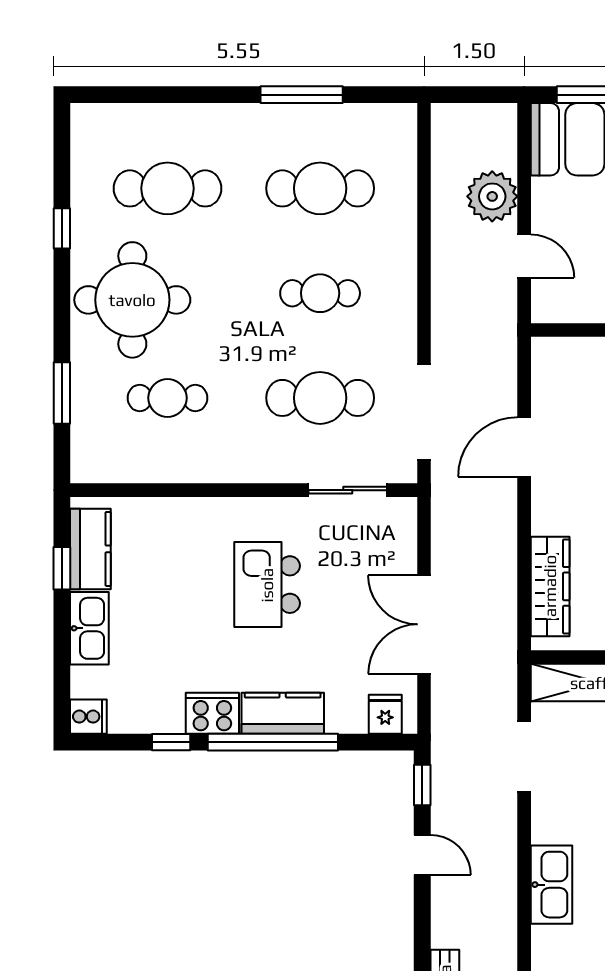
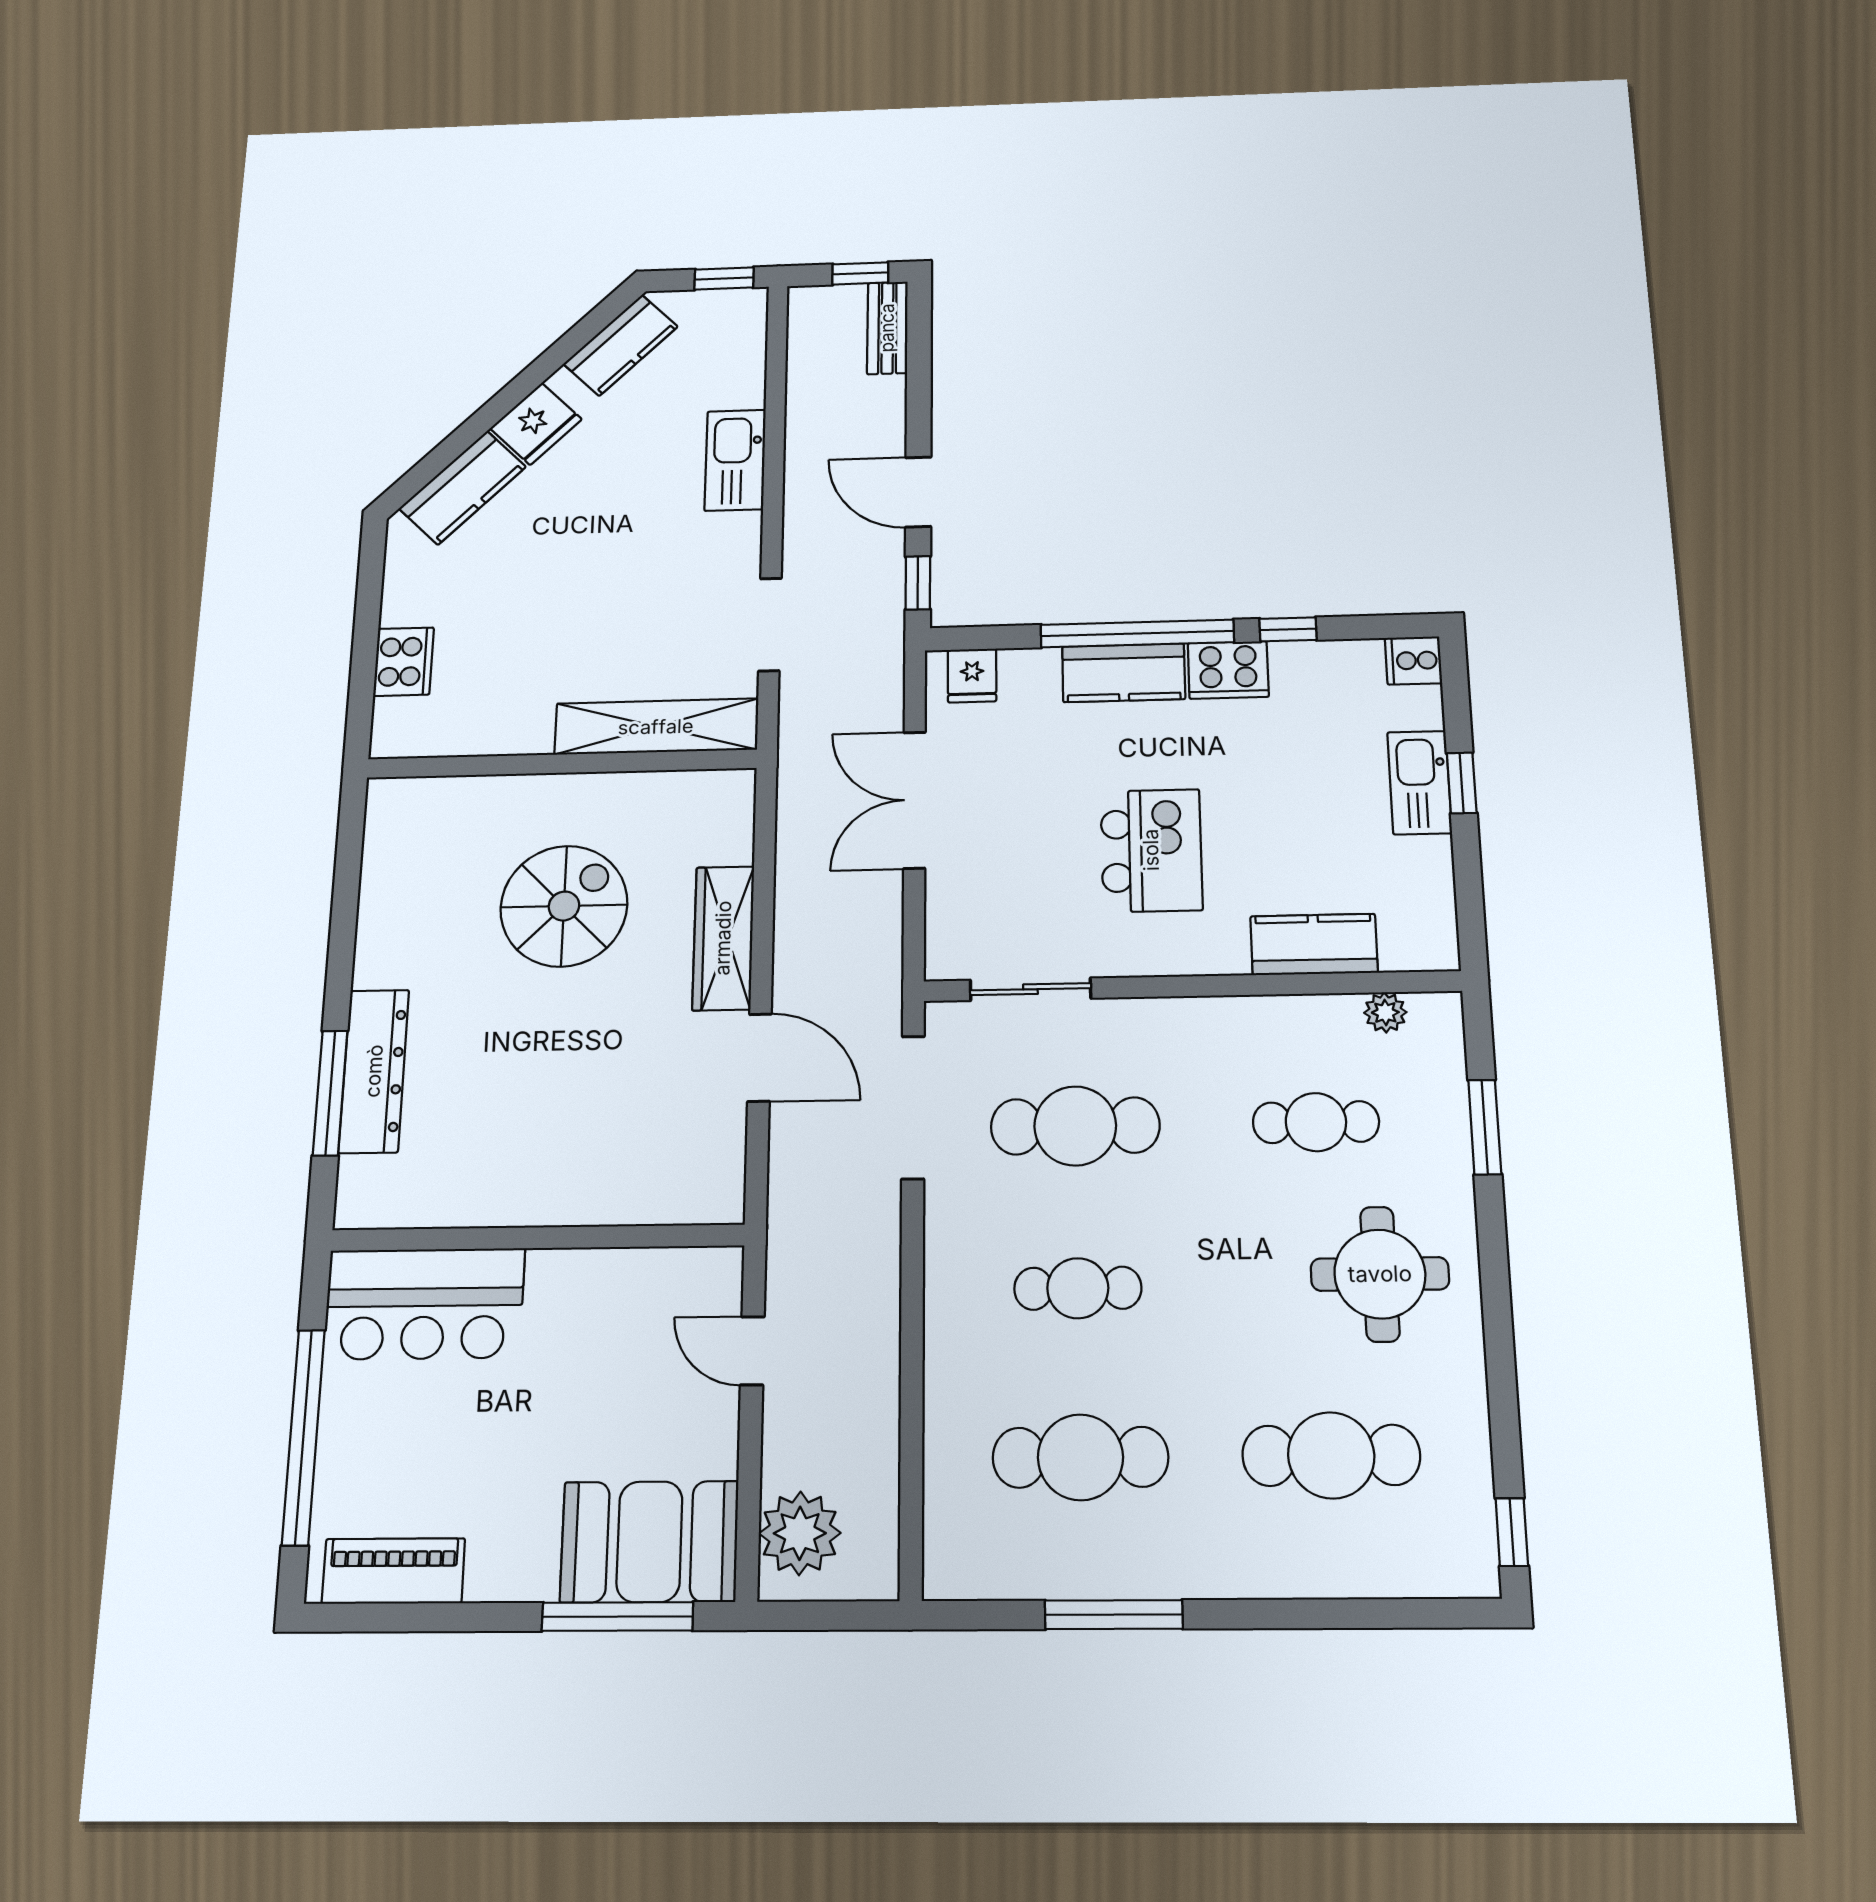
plant: (492, 196) -> (800, 1533), moved
window: (62, 228) -> (1512, 1532), moved
round table: (132, 300) -> (1380, 1274), width x0.73, depth x0.73
door: (524, 447) -> (759, 1058), hinge flipped
plant: (120, 470) -> (1385, 1012), added
kitchen counter: (90, 549) -> (1314, 944), moved, turned 90
window: (62, 568) -> (1462, 783), moved
wardrobe: (550, 586) -> (723, 938), moved
double door: (424, 624) -> (914, 800), swing flipped
door: (422, 855) -> (918, 492), width x1.38

